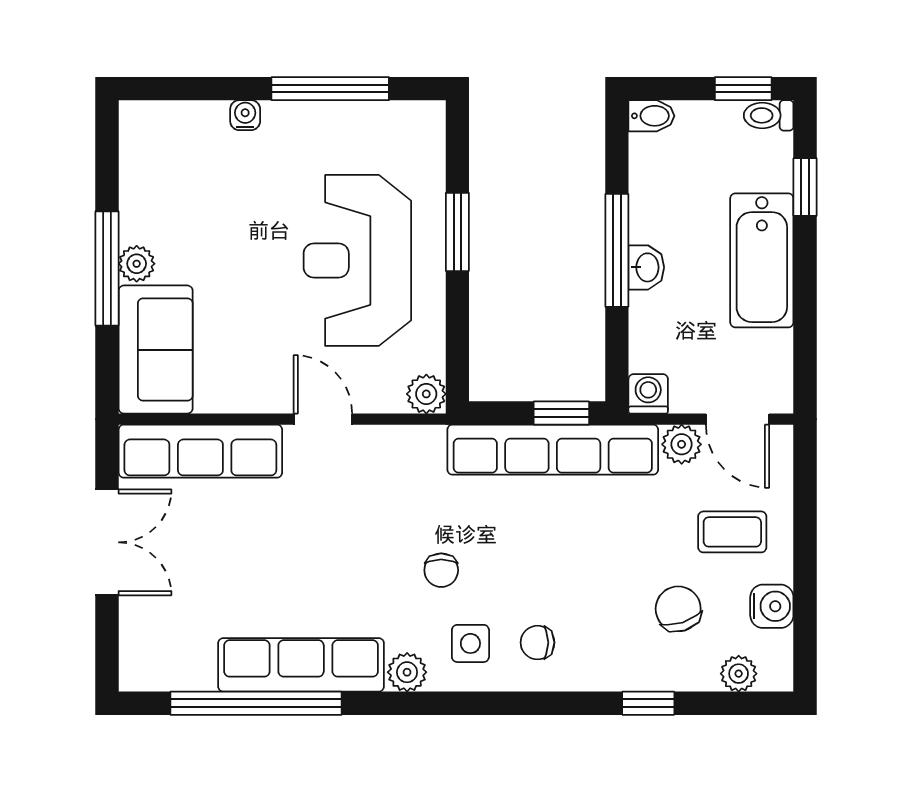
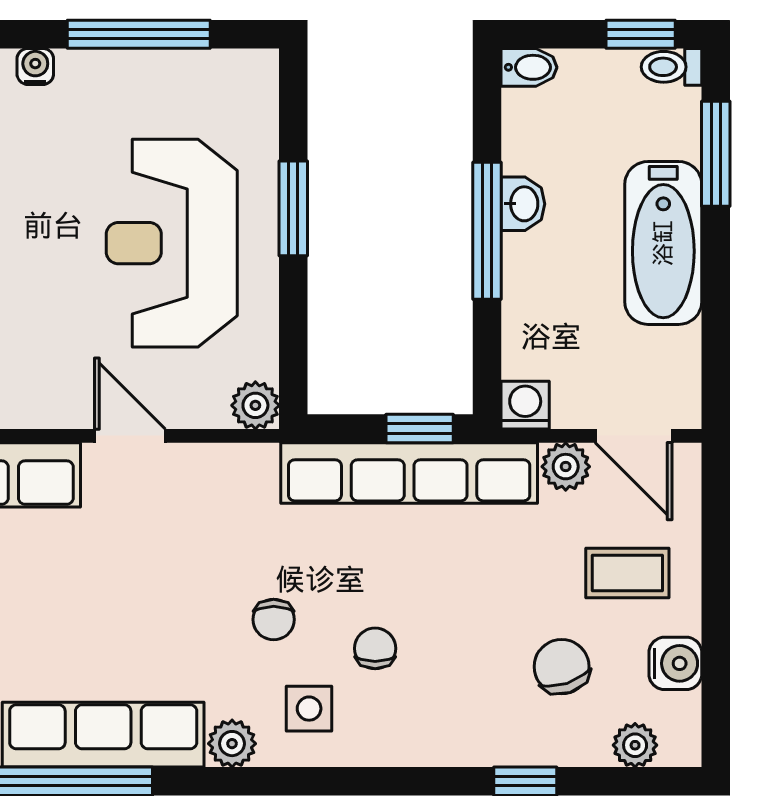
window: (805, 187) -> (716, 154), width x1.50
washbasin: (646, 267) -> (523, 204), moved
chair: (537, 643) -> (375, 648), moved, turned 90

